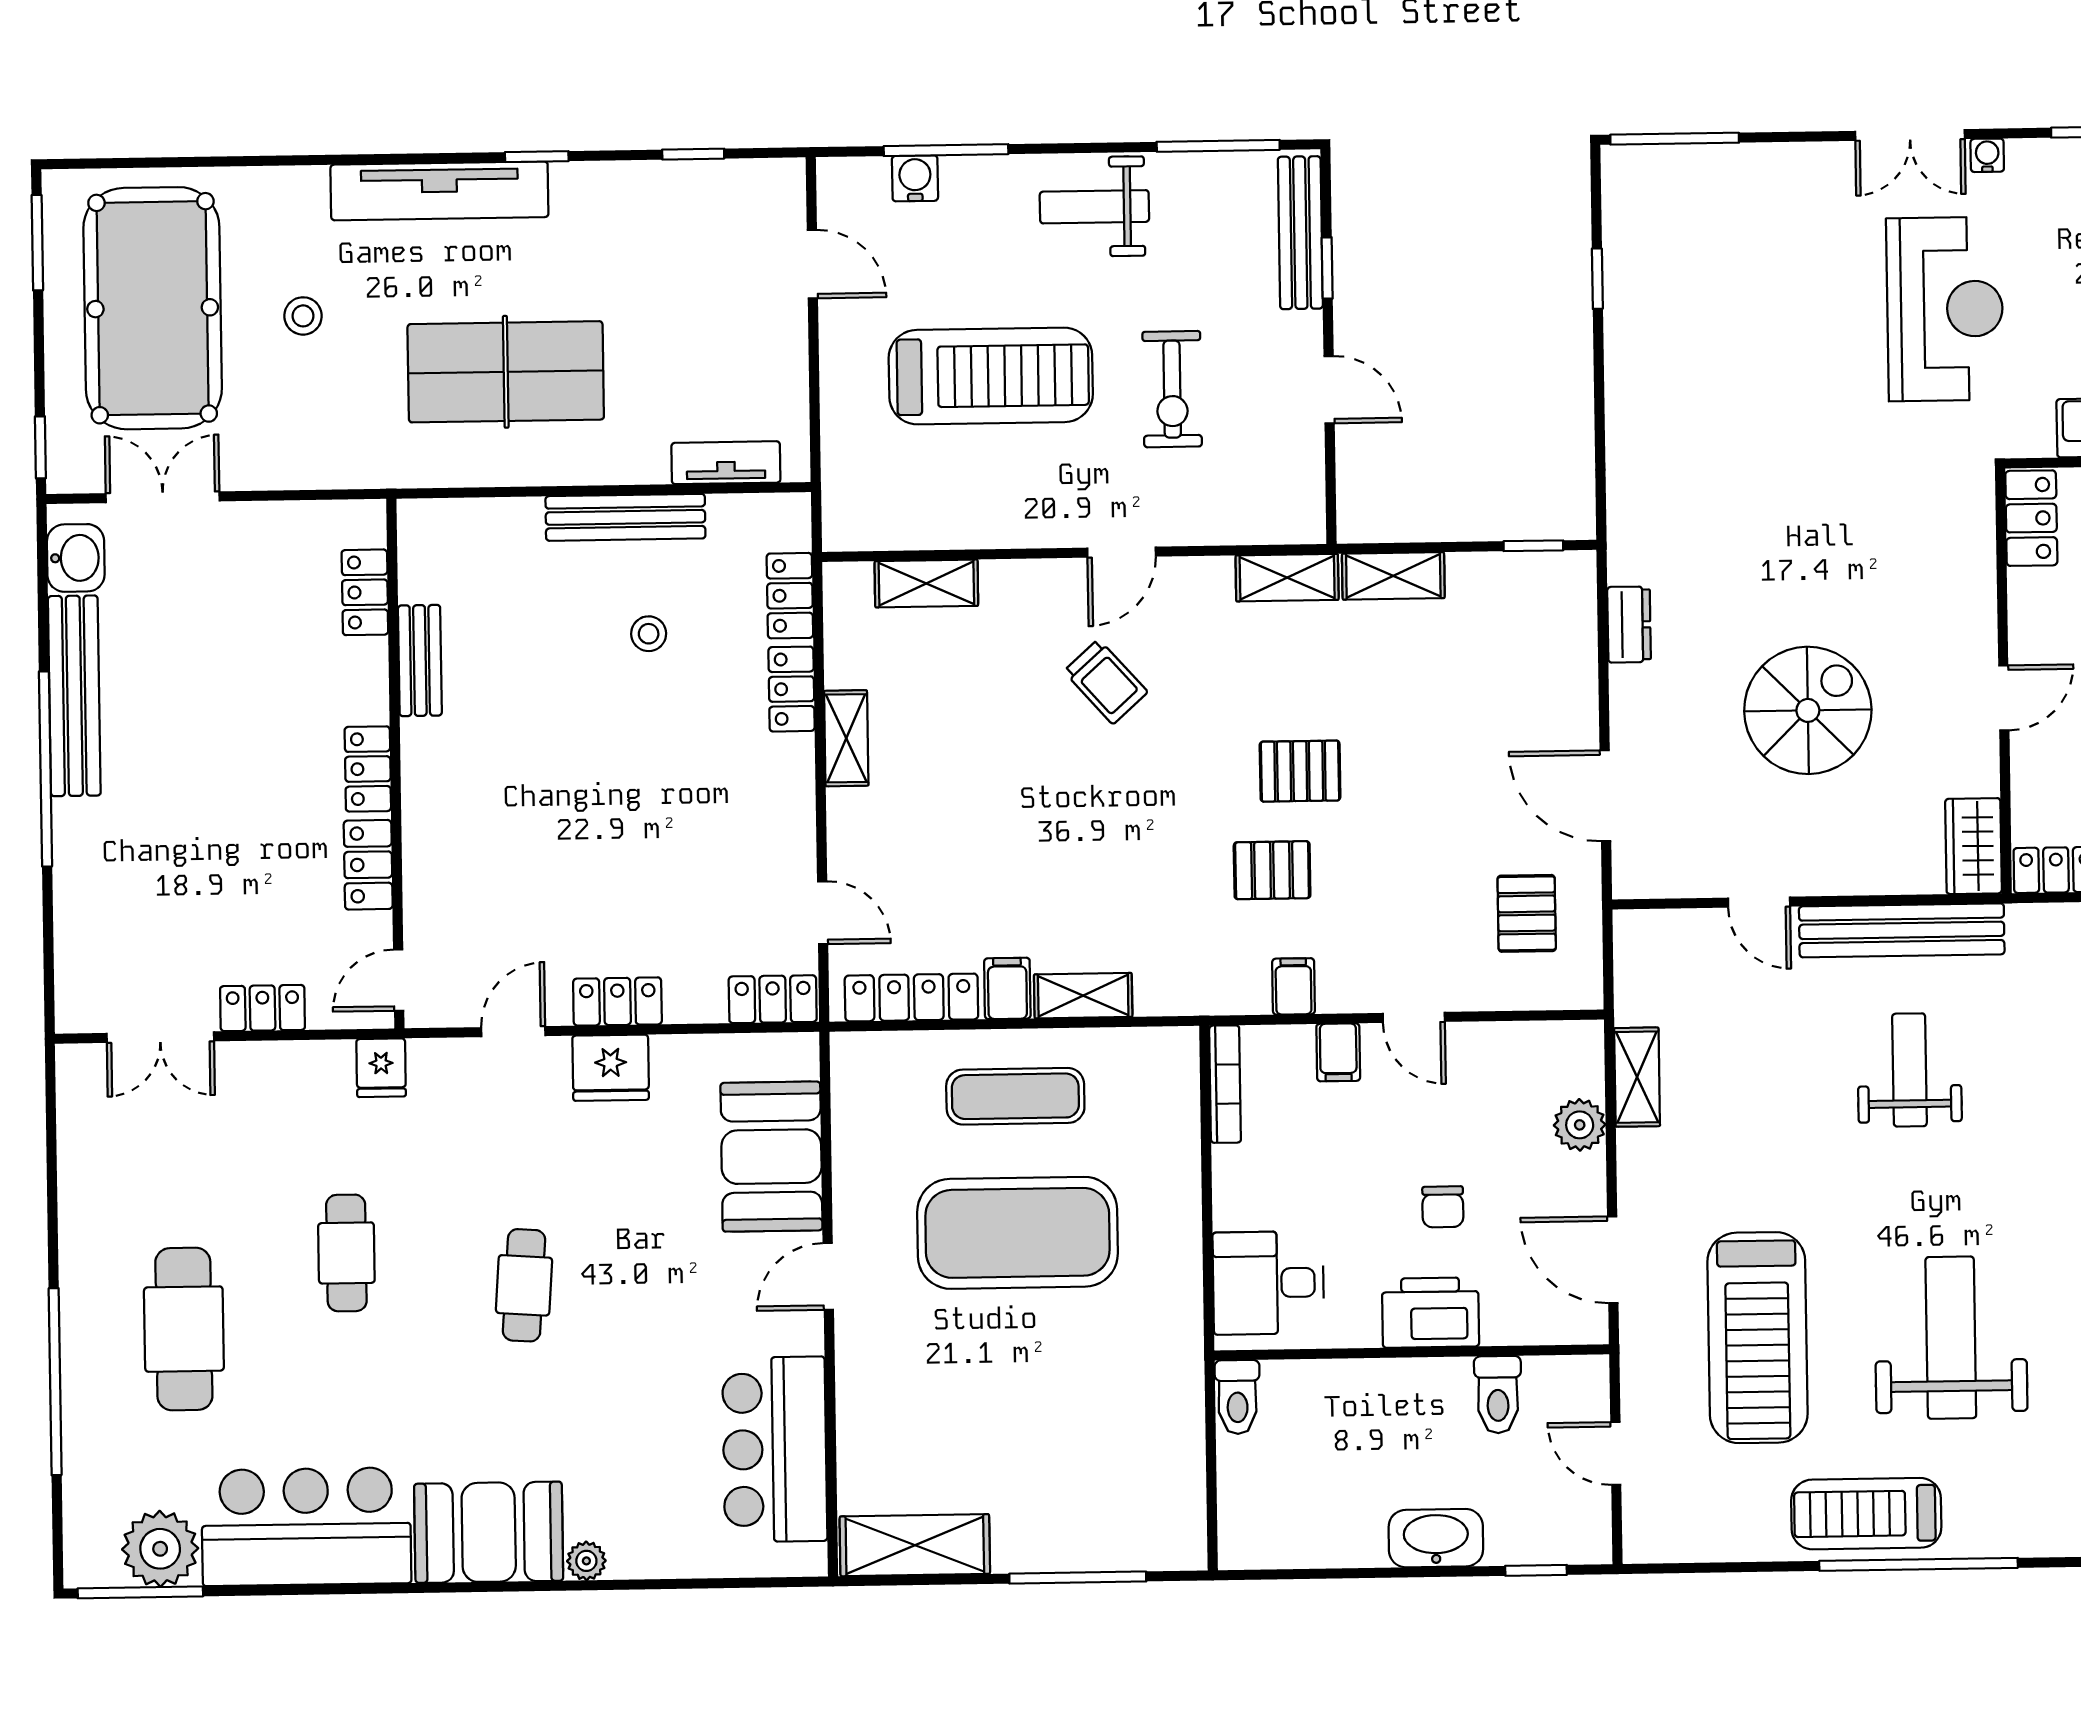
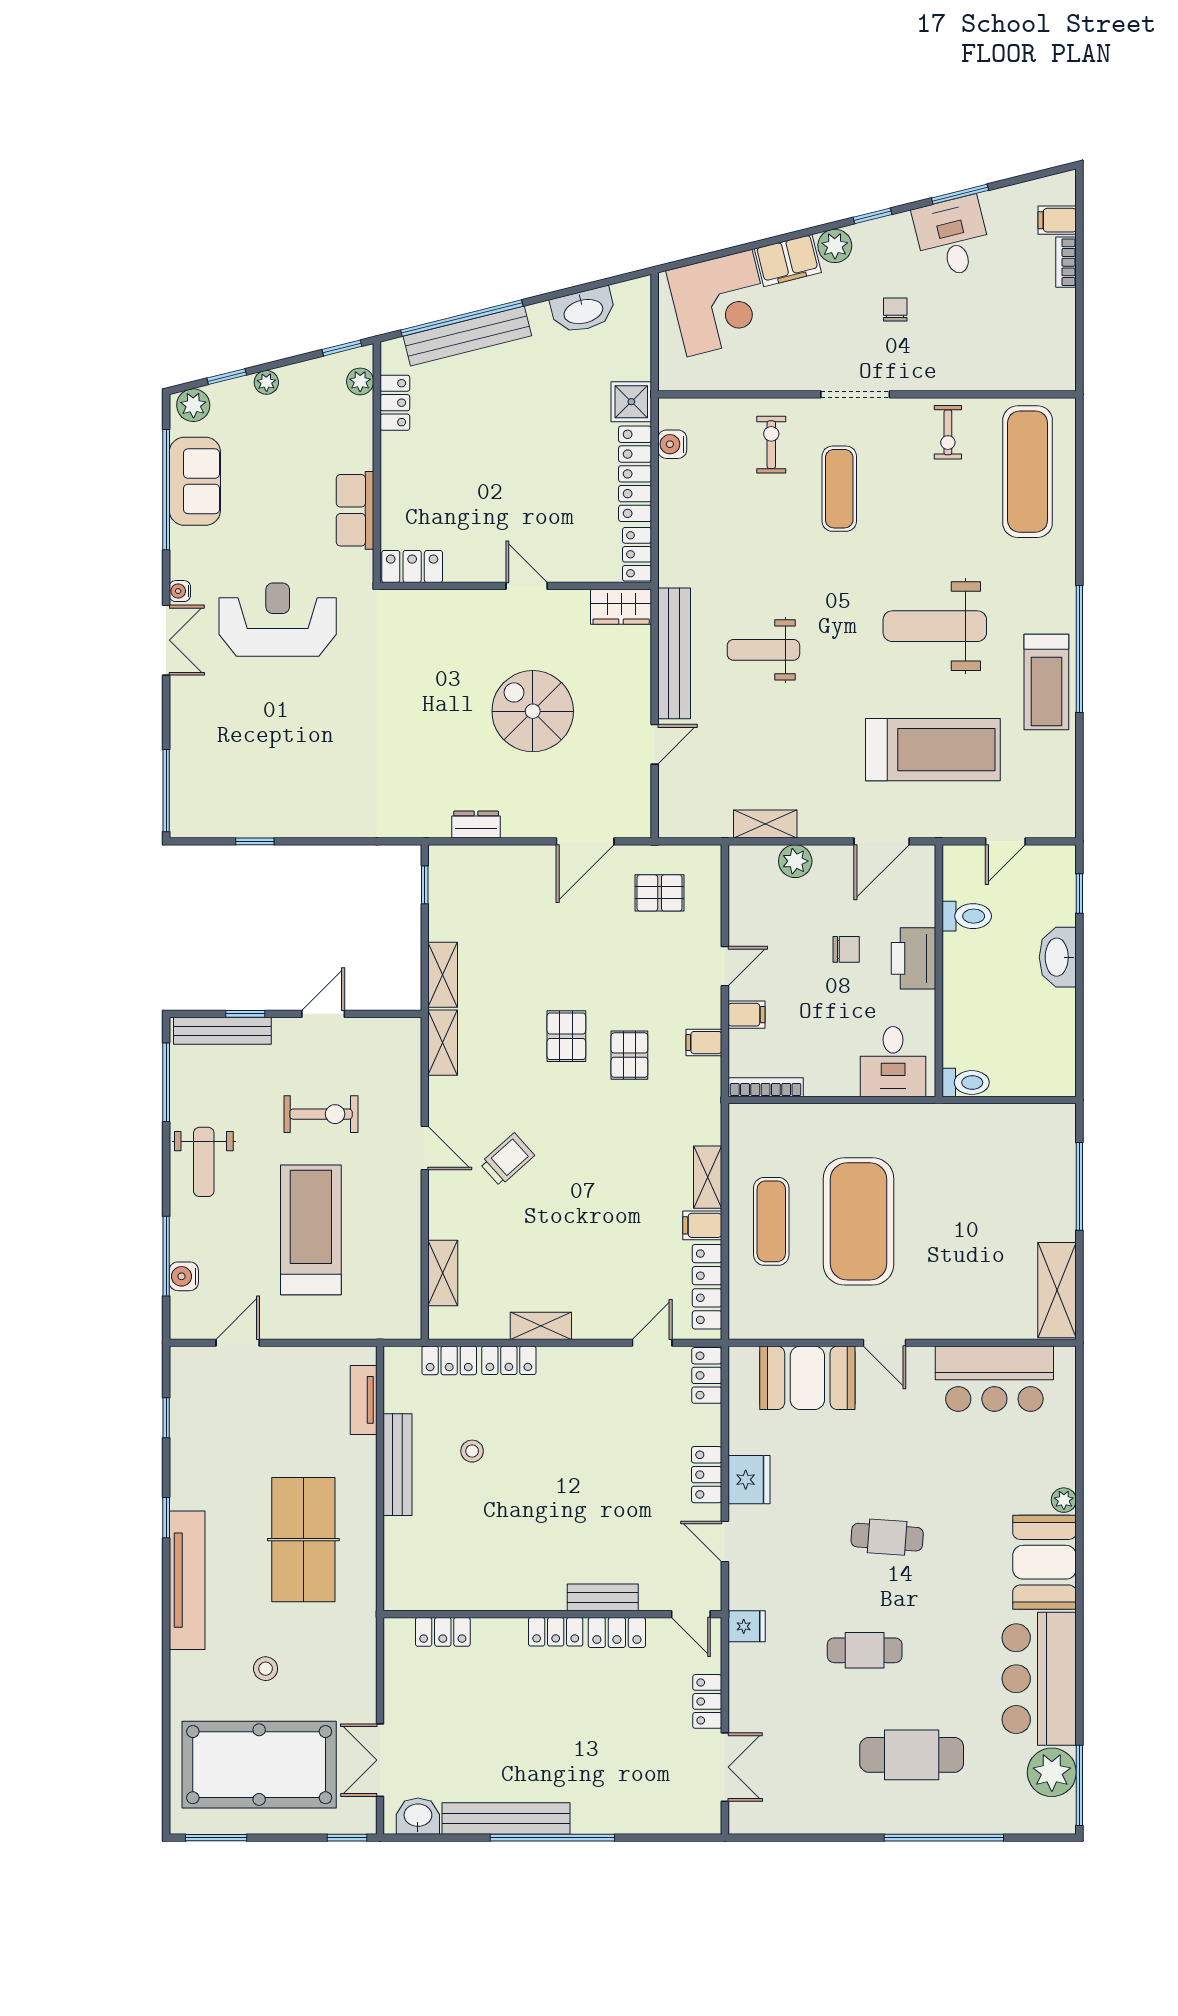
bench: (420, 661) -> (603, 1597), moved

